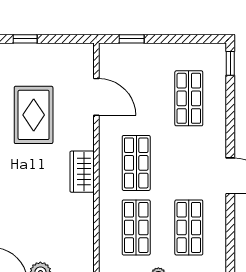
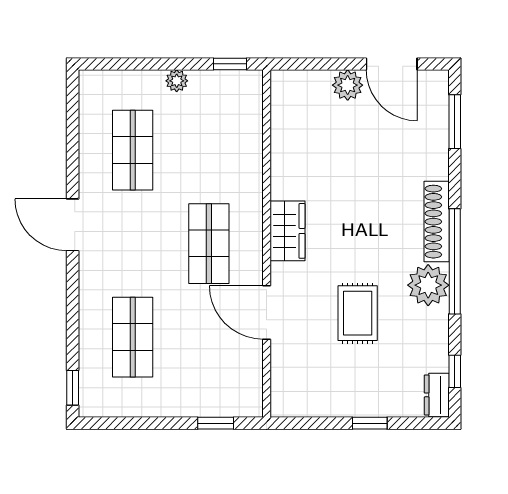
door: (96, 97) -> (267, 312), moved
rug: (34, 115) -> (358, 313), width x0.73, depth x0.70
shop shelf: (136, 227) -> (209, 150), removed

